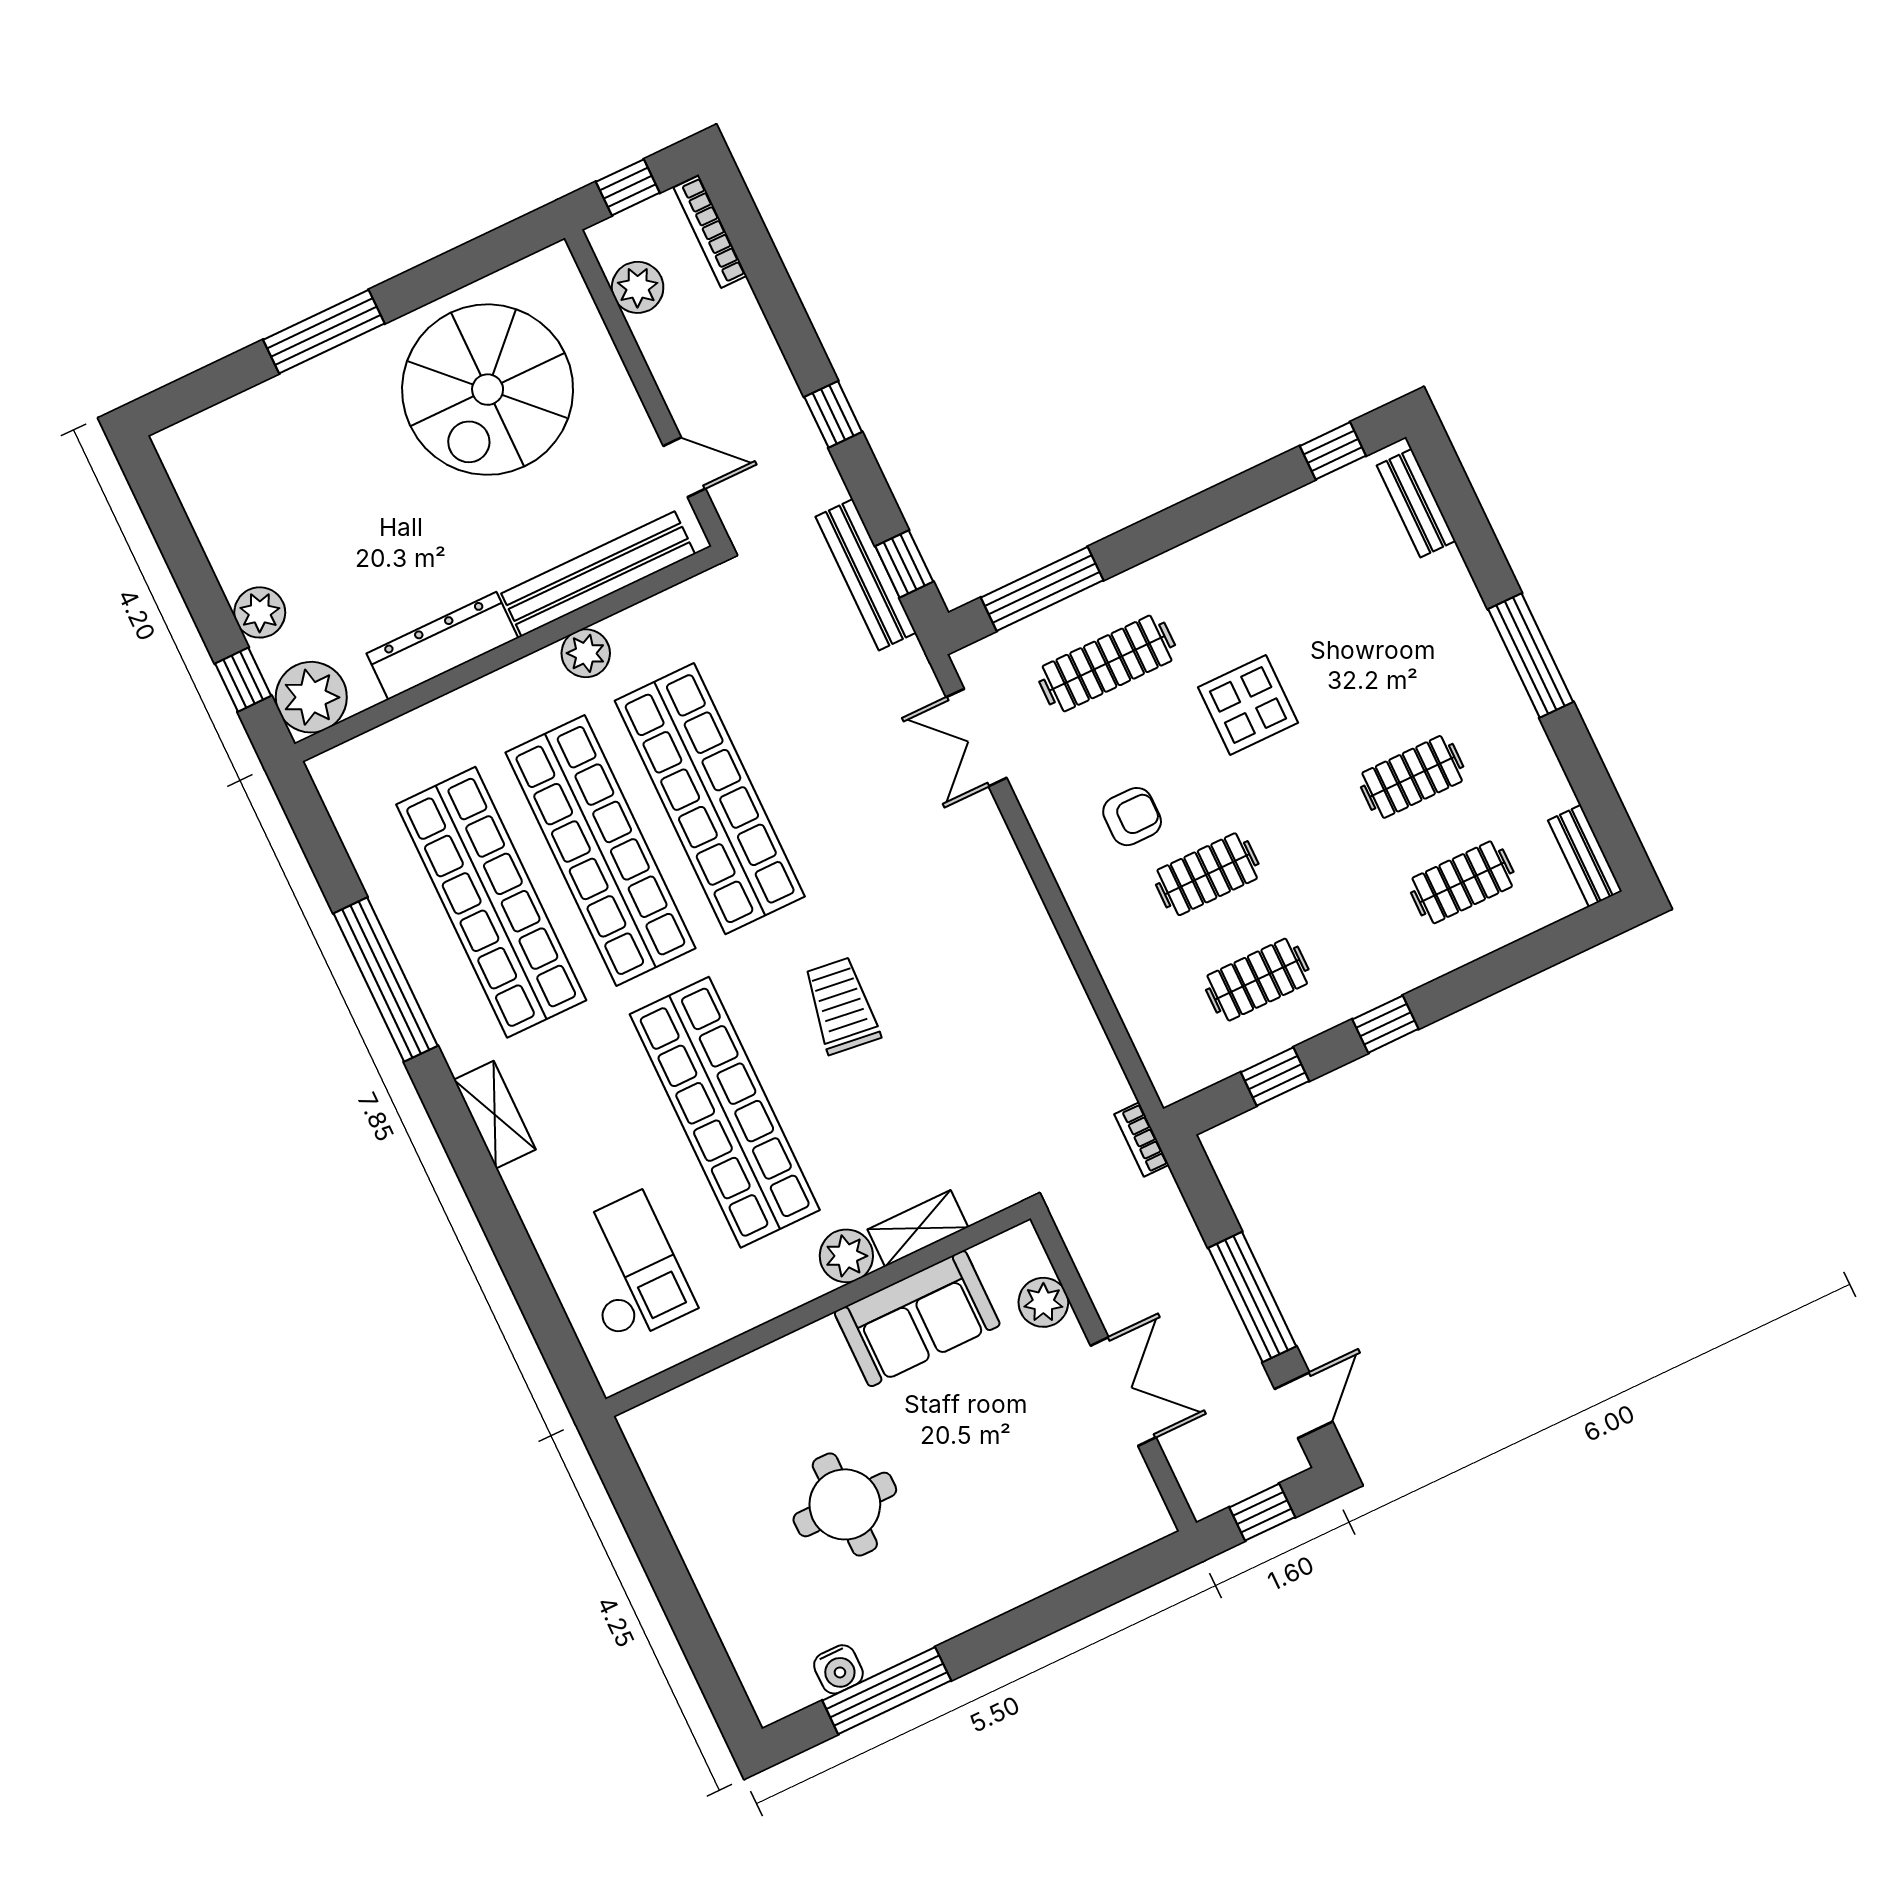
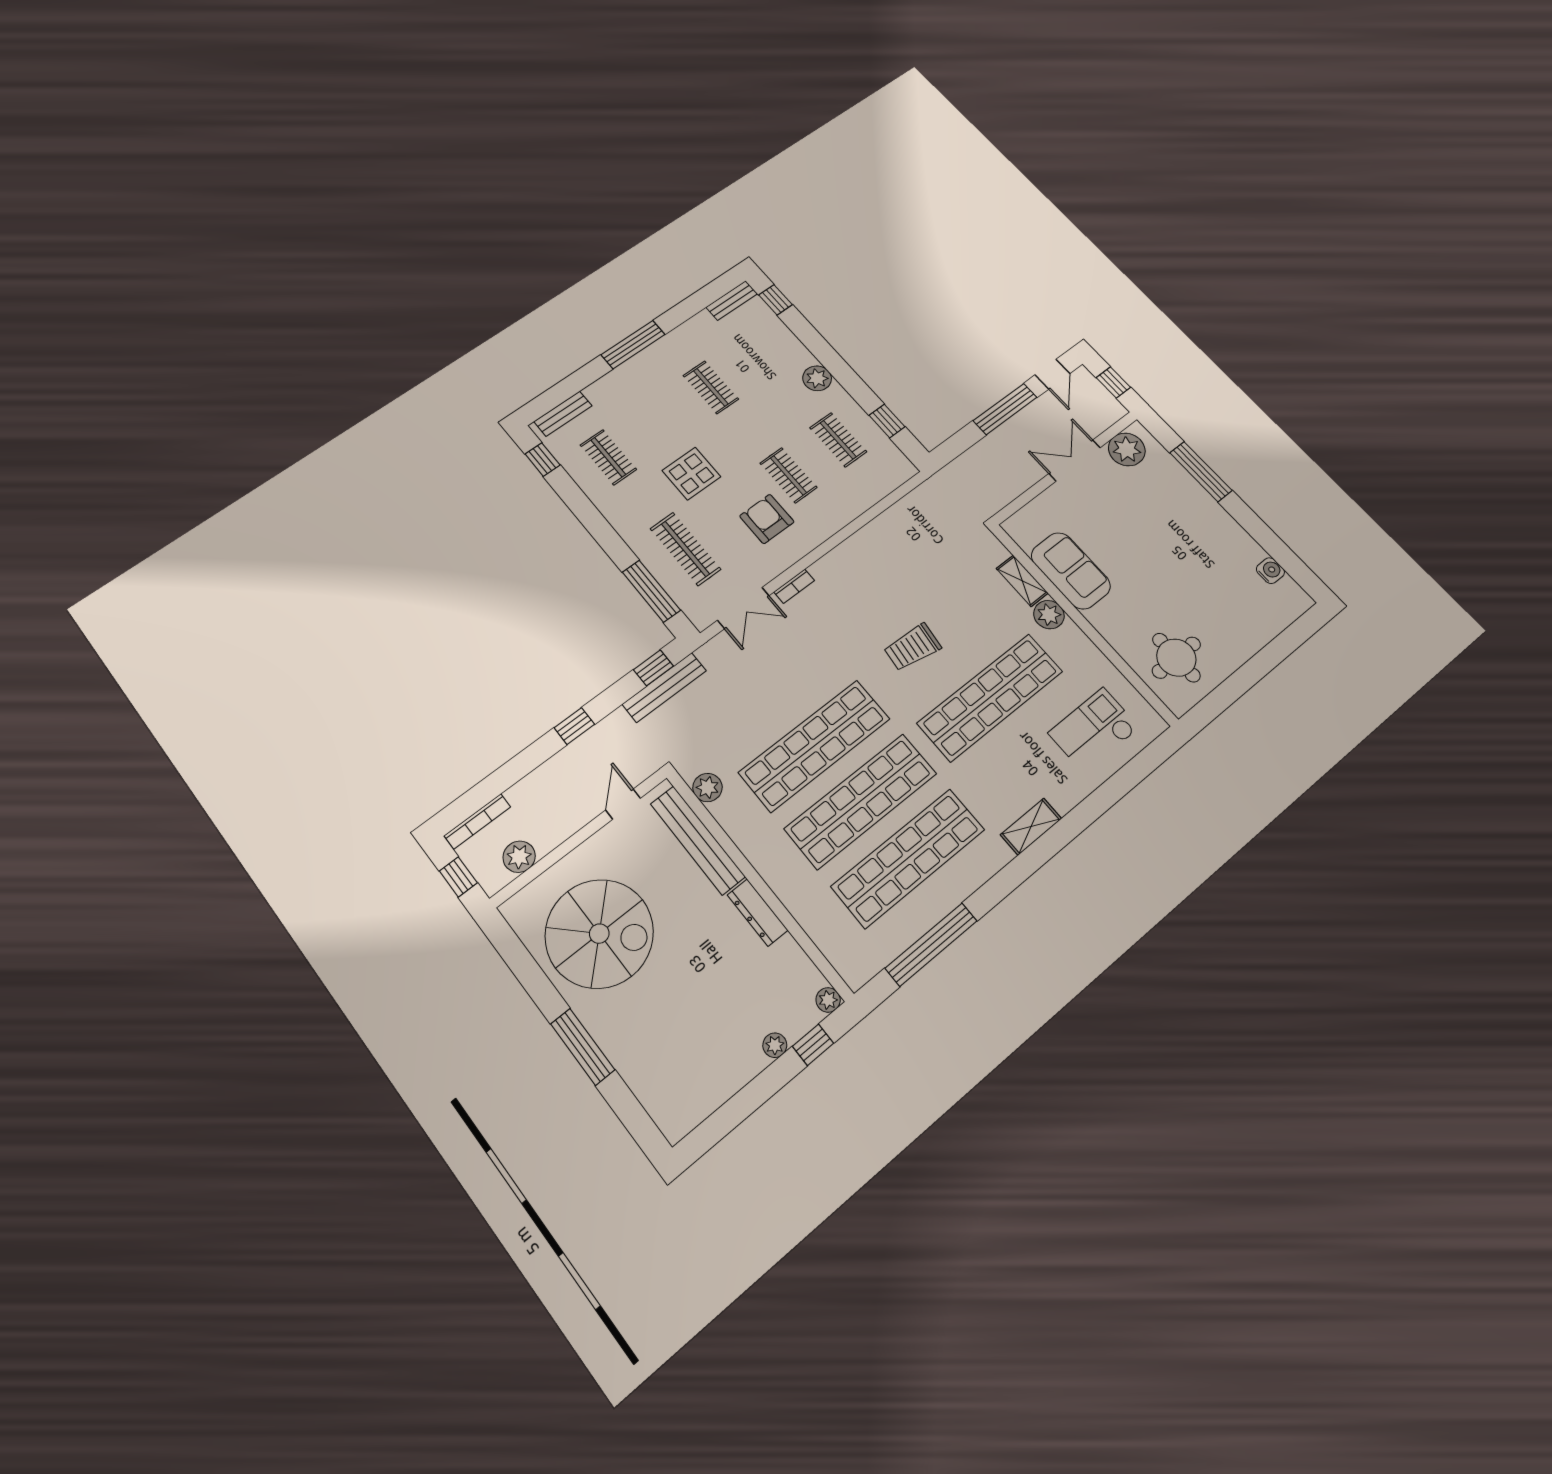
plant: (260, 612) -> (775, 1045), width x0.73, depth x0.73
dresser: (442, 646) -> (757, 912), width x0.73, depth x0.80
plant: (586, 653) -> (707, 787), moved
plant: (311, 697) -> (828, 1000), width x0.53, depth x0.53
armchair: (1132, 817) -> (767, 519), width x1.38, depth x1.38
clothes rail: (1462, 882) -> (608, 457), moved
plant: (1389, 973) -> (817, 378), added
window: (386, 980) -> (931, 944), moved
window: (1385, 1024) -> (775, 300), moved
bookcase: (1142, 1140) -> (794, 586), moved
plant: (1043, 1302) -> (1127, 449), moved, width x1.36, depth x1.36
door: (1304, 1405) -> (1052, 374), swing flipped
round table: (845, 1504) -> (1176, 658), moved
window: (887, 1691) -> (1201, 472), moved

